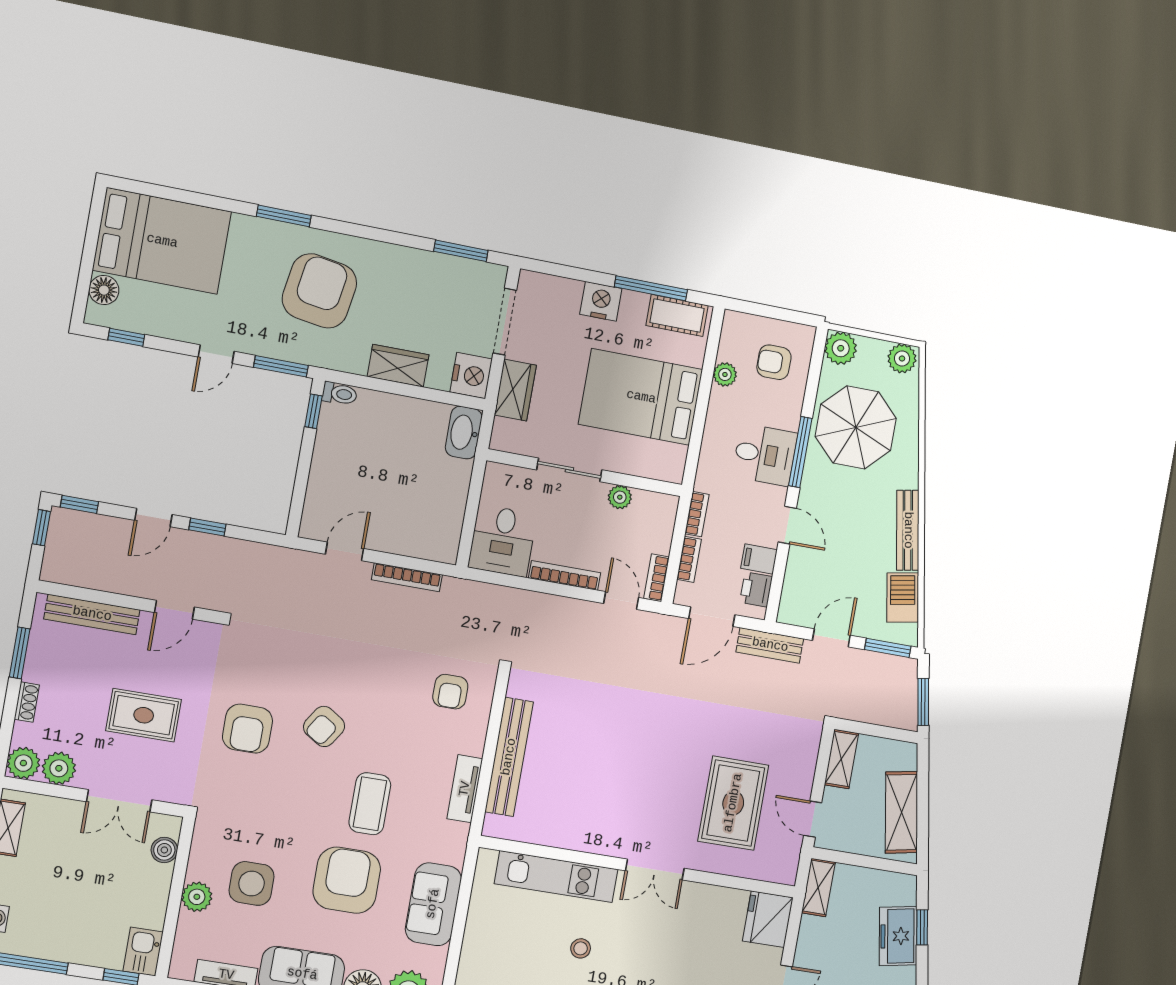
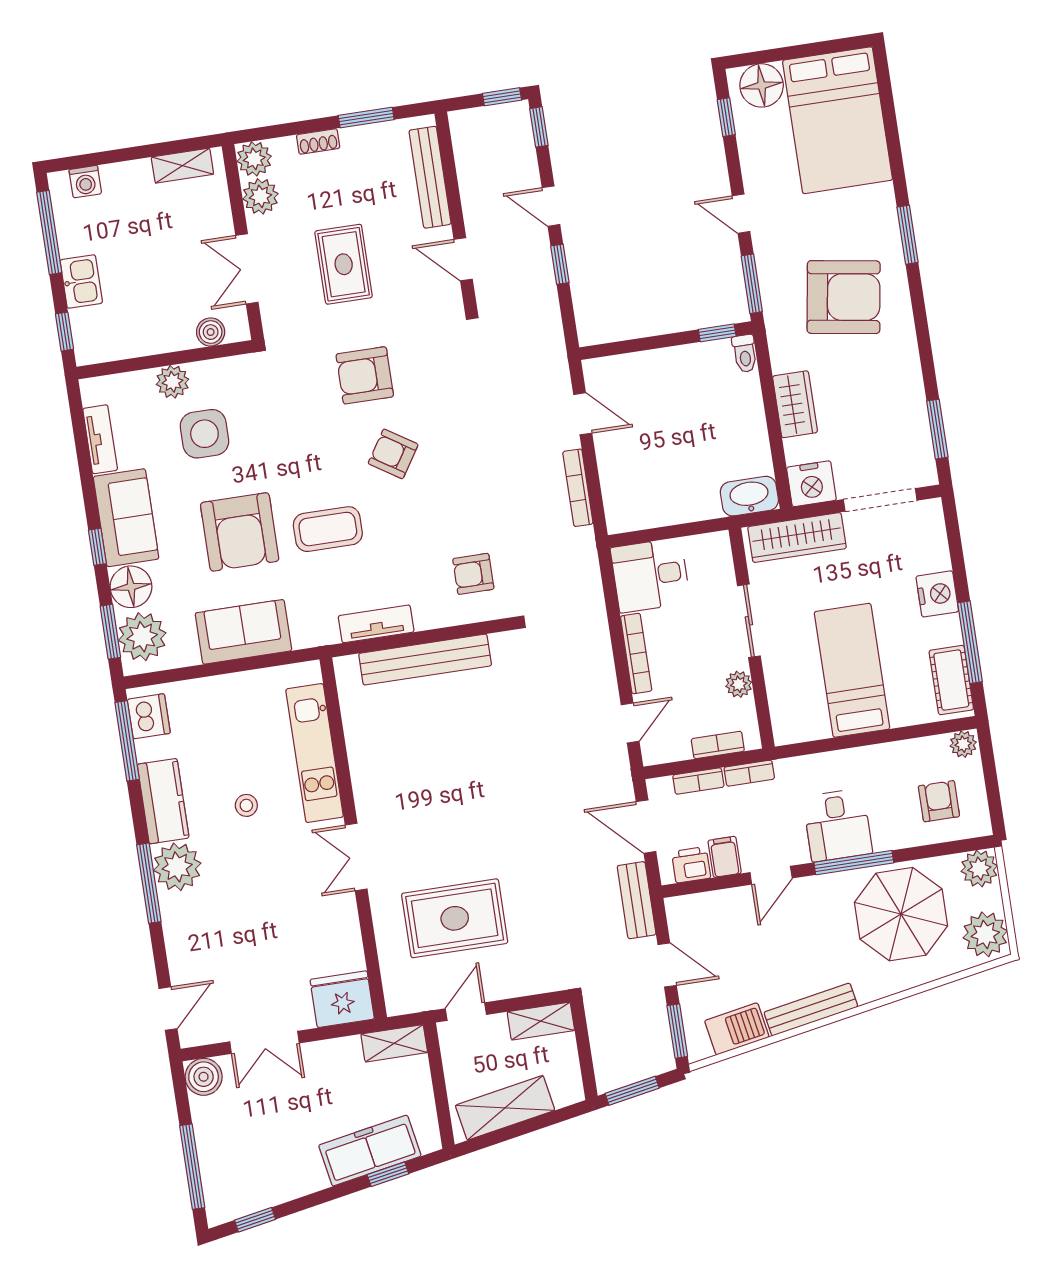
floor lamp: (104, 290) -> (762, 85), width x1.38, depth x1.38
plant: (902, 358) -> (985, 934), width x1.36, depth x1.36
plant: (725, 374) -> (963, 744), moved
wardrobe: (515, 390) -> (797, 538), width x1.50
bed: (641, 397) -> (852, 670), width x0.67
bookcase: (656, 578) -> (718, 745), moved
armchair: (347, 880) -> (240, 532), turned 90
freezer: (898, 936) -> (370, 1151), width x1.40
kitchen sink: (143, 952) -> (81, 281), moved, turned 90

